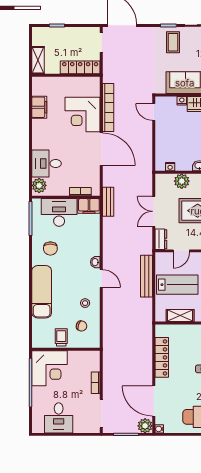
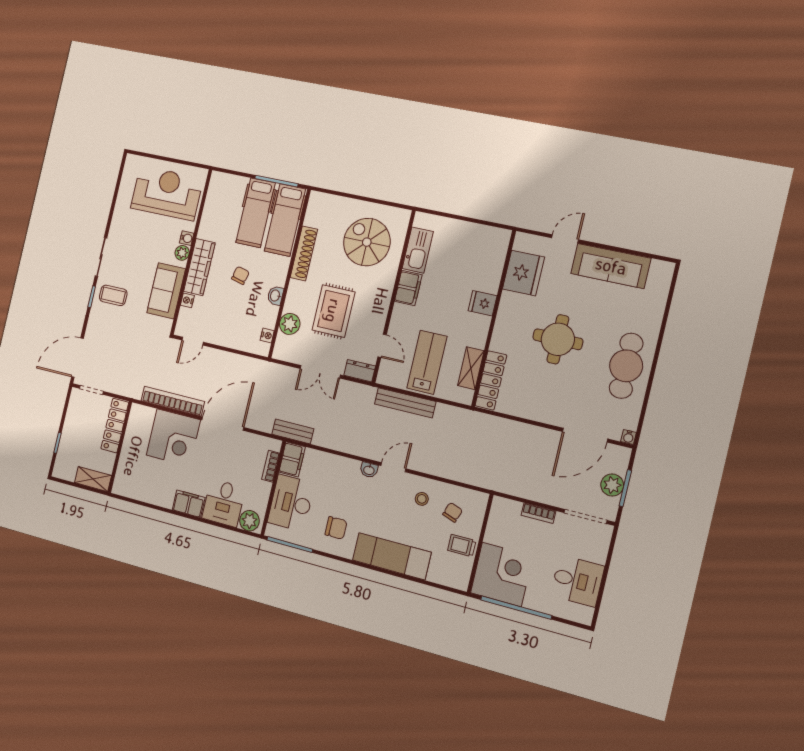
filing cabinet: (39, 107) -> (189, 504), moved
locker: (162, 357) -> (491, 380), moved, turned 90
plant: (145, 426) -> (612, 485), moved

